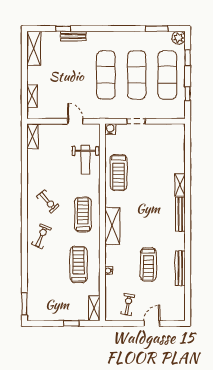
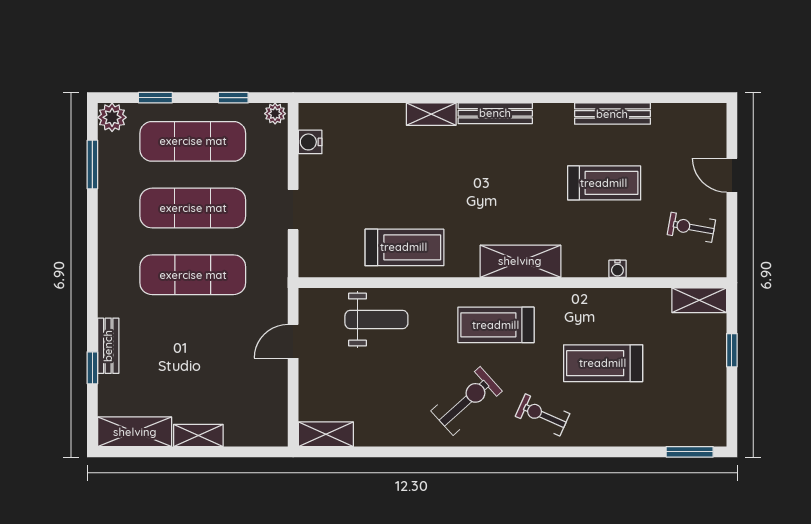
shelving: (32, 96) -> (198, 435), moved
plant: (180, 113) -> (275, 114), added
water cooler: (110, 129) -> (310, 142), moved
exercise bike: (48, 201) -> (467, 401), width x1.38, depth x1.39
treadmill: (79, 264) -> (603, 363), moved

